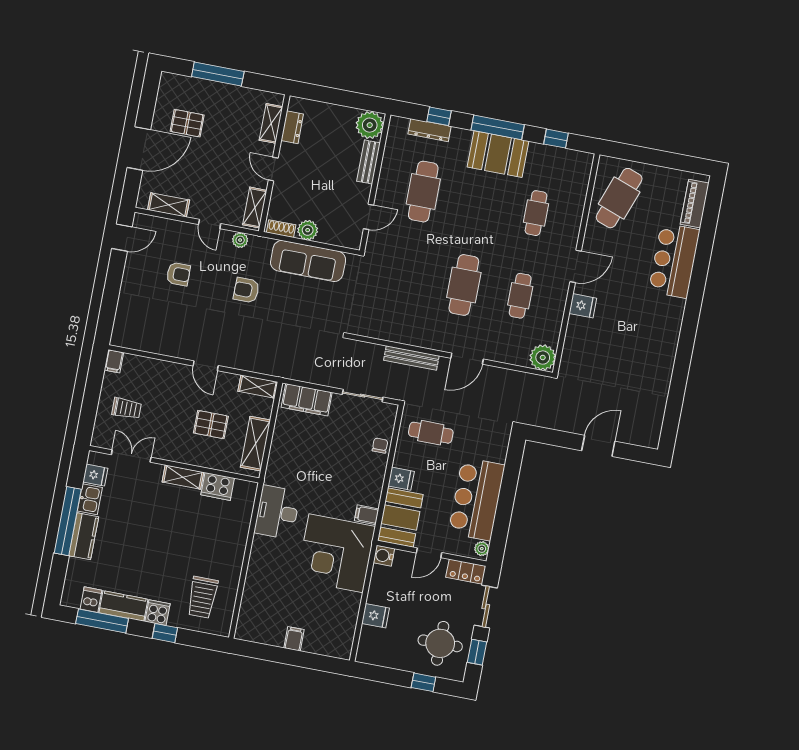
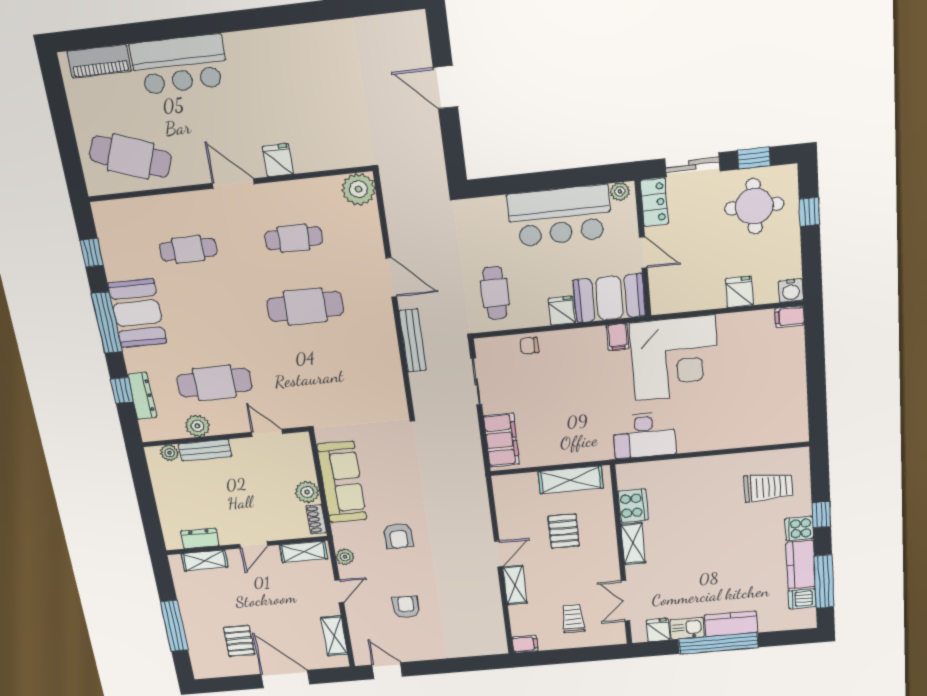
plant: (370, 125) -> (170, 453), width x0.53, depth x0.53
plant: (391, 164) -> (197, 426), added
shelving: (258, 387) -> (515, 585), moved
water cooler: (384, 556) -> (791, 290), moved
filing cabinet: (294, 639) -> (790, 317), moved

